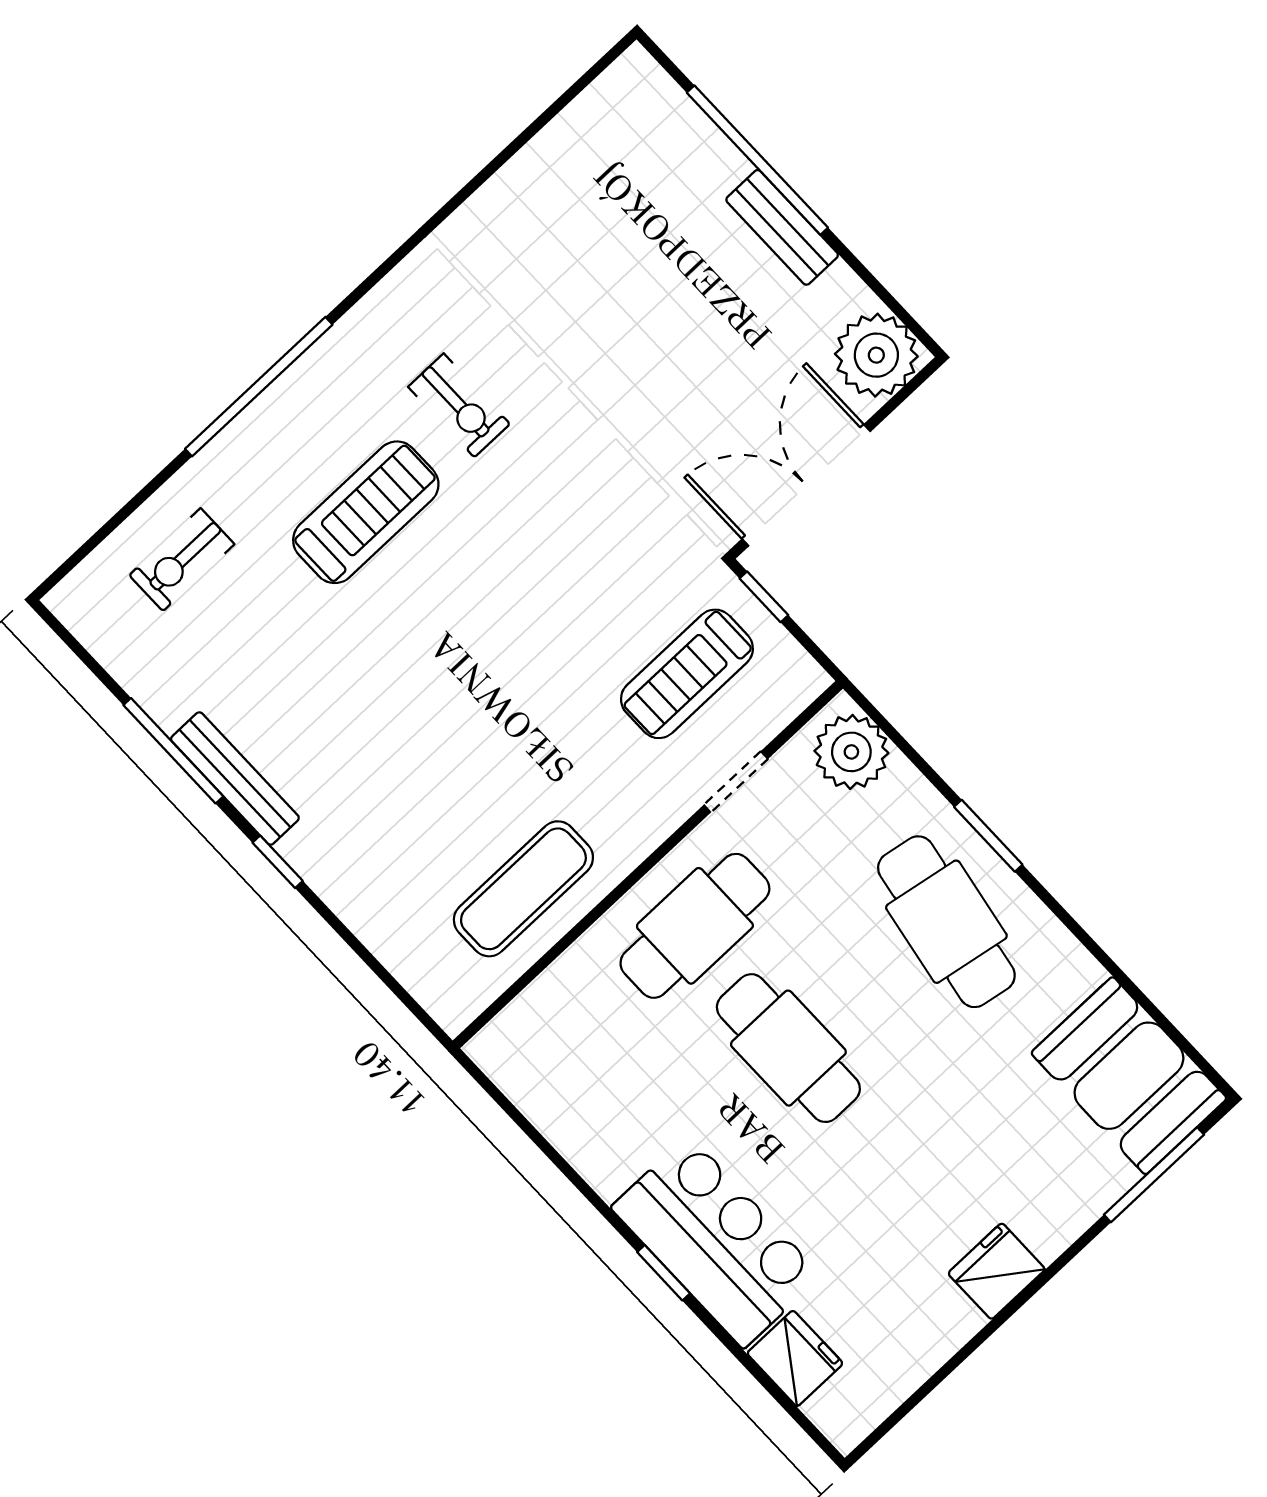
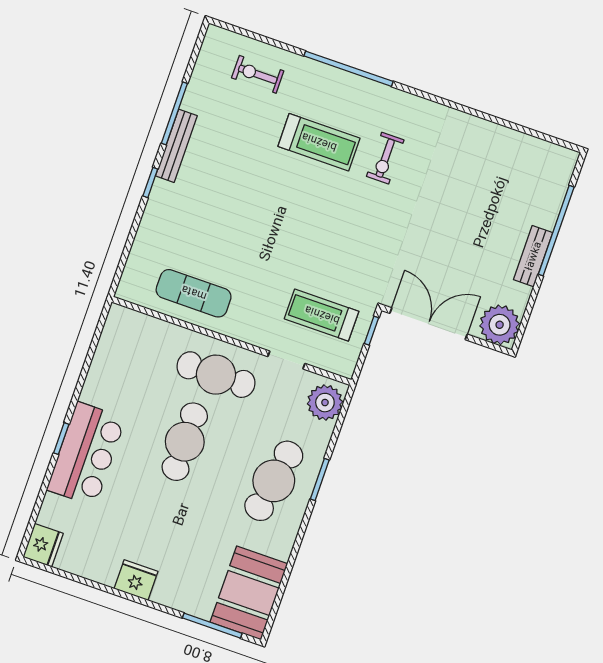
fridge: (795, 1358) -> (43, 545), moved

